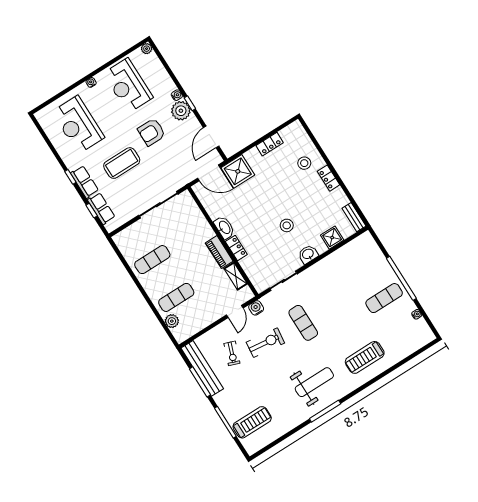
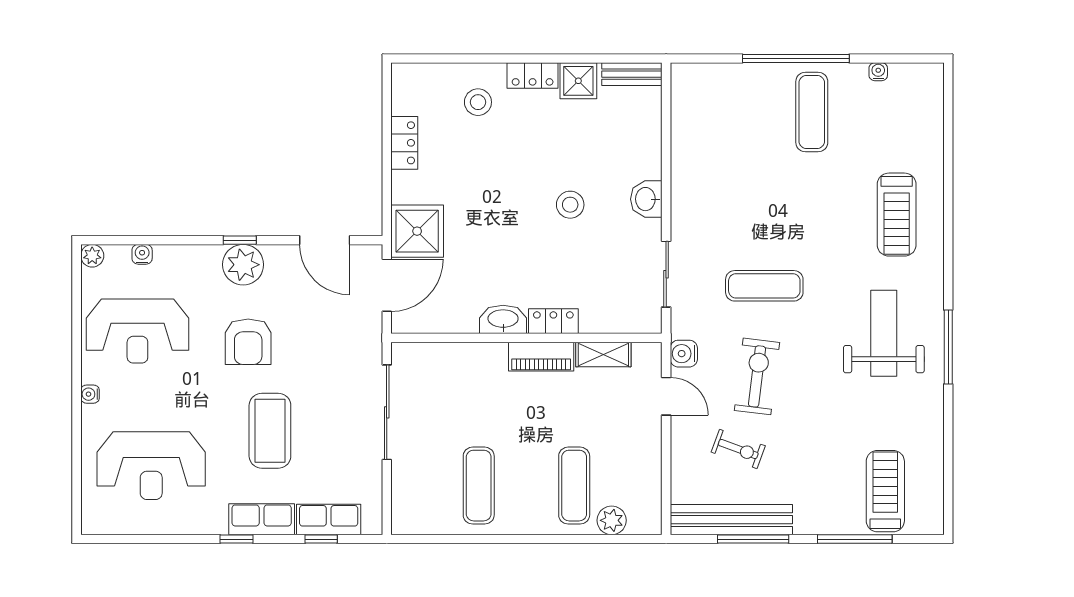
water cooler: (177, 95) -> (142, 254), moved
shower: (332, 238) -> (578, 81), moved

